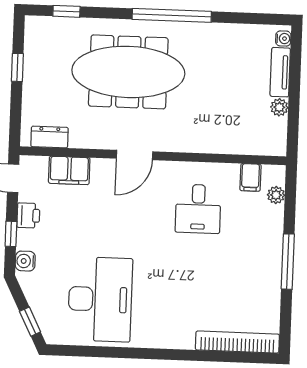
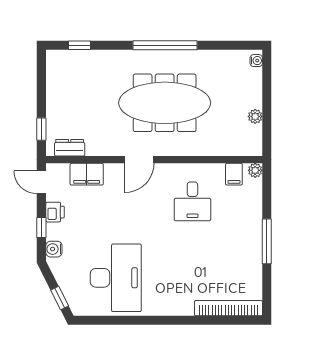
window: (17, 67) -> (41, 129), moved
meeting table: (128, 72) -> (165, 103), moved
tv unit: (280, 72) -> (255, 88), removed
plant: (276, 195) -> (255, 170), moved

